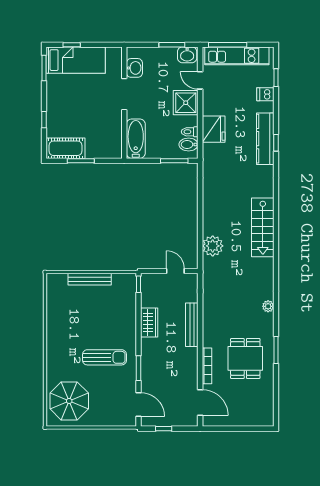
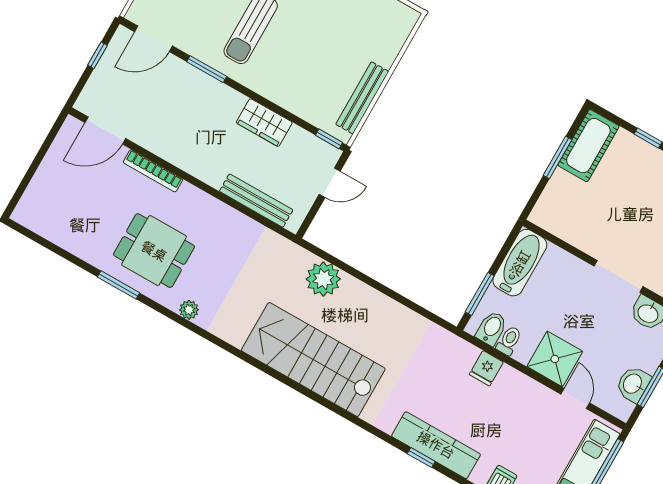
washbasin: (187, 55) -> (633, 384), moved
door: (200, 80) -> (575, 399), hinge flipped
fridge: (214, 129) -> (486, 368), width x0.53, depth x0.75
bathtub: (136, 139) -> (520, 263), moved, turned -90
stairs: (263, 227) -> (313, 360), width x1.36, depth x1.51
door: (175, 271) -> (330, 183), moved
bench: (90, 279) -> (362, 98), moved
bench: (192, 325) -> (256, 201), moved
dining table: (245, 358) -> (154, 251), moved

